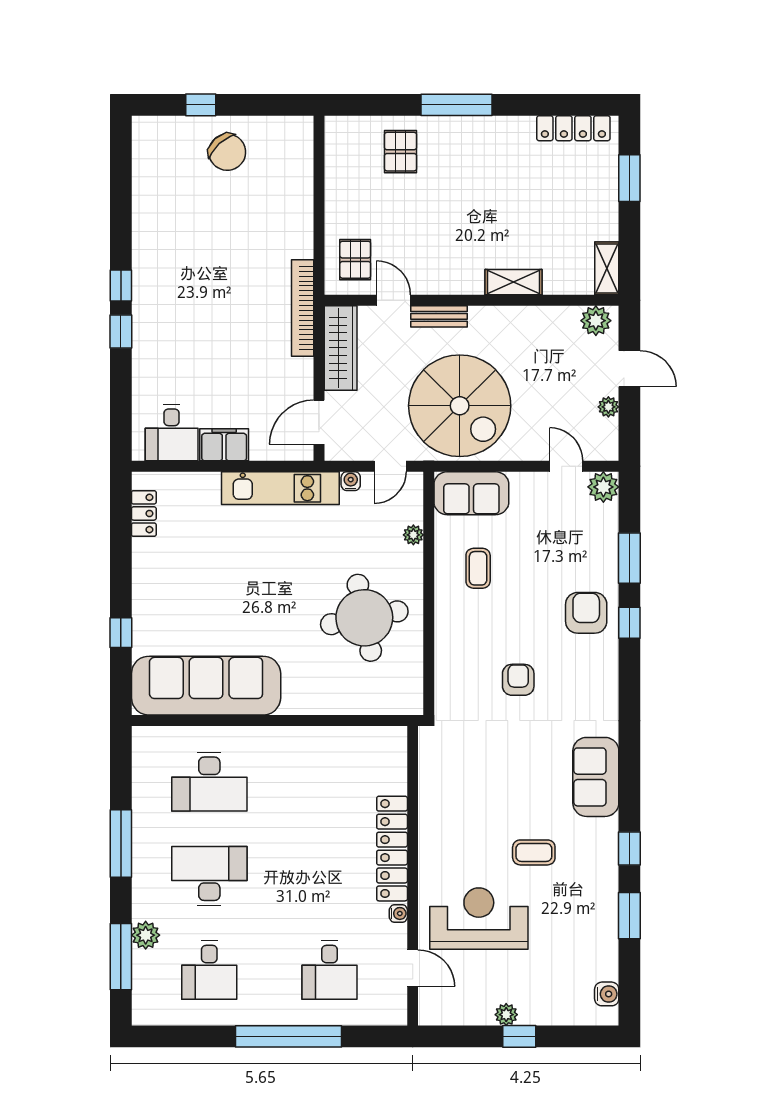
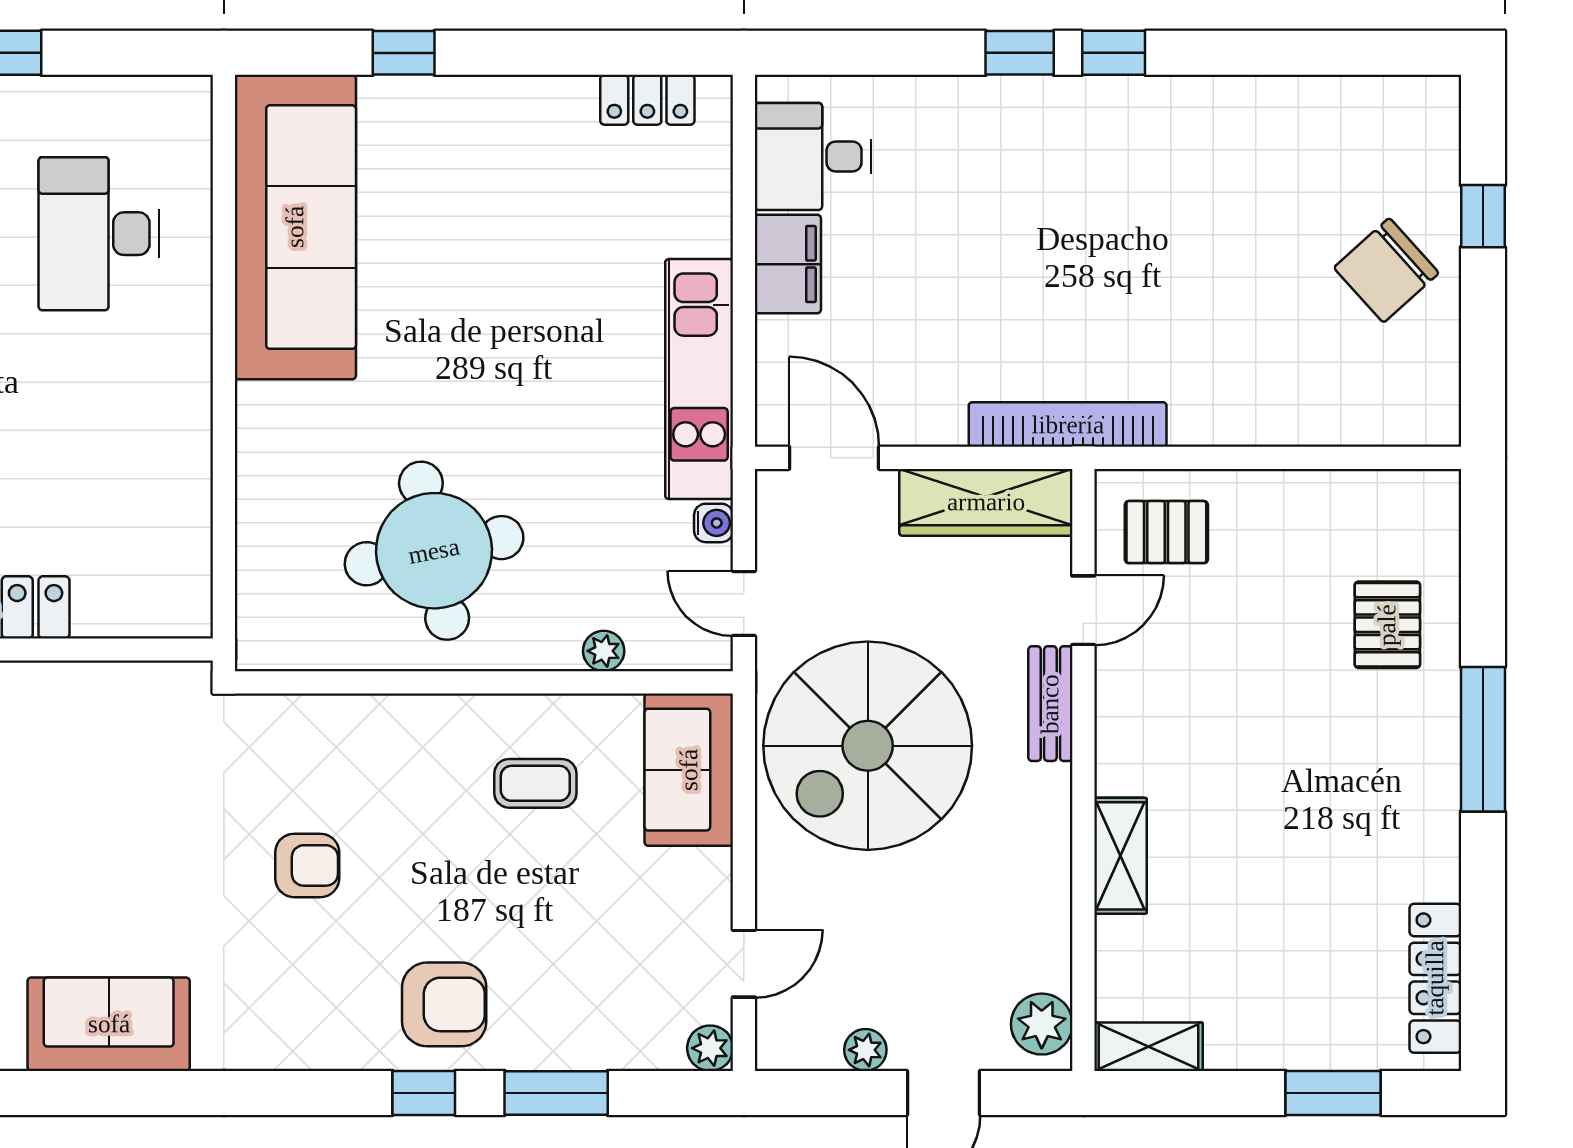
pallet: (401, 152) -> (1387, 625), turned 90
plant: (603, 487) -> (710, 1048), width x0.73, depth x0.73

